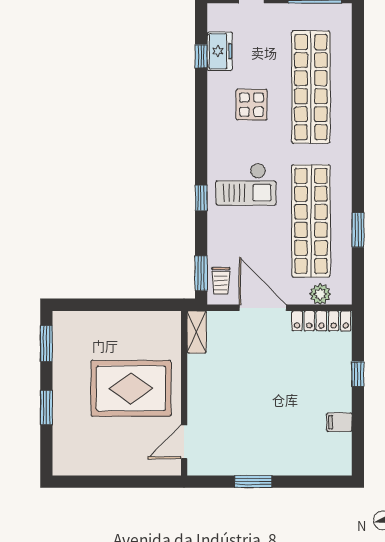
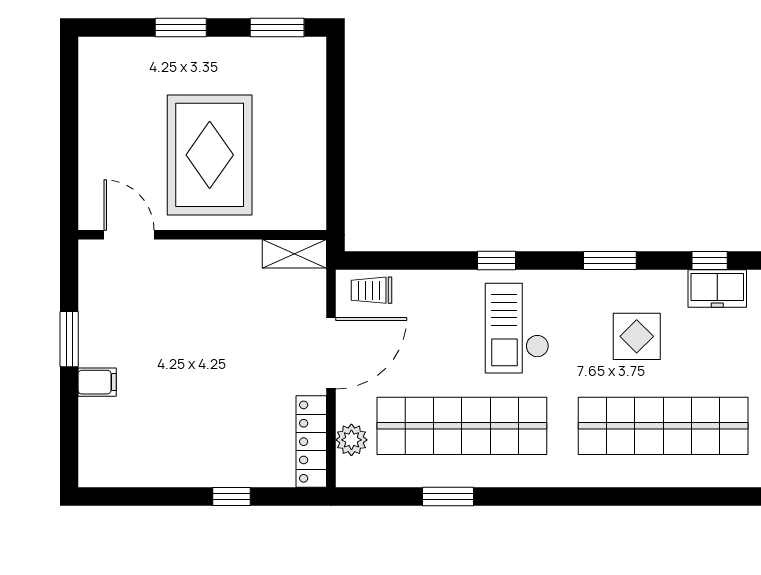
window: (201, 273) -> (610, 260), moved
filing cabinet: (339, 422) -> (97, 382), moved, turned 90

